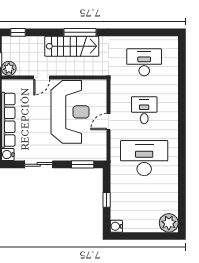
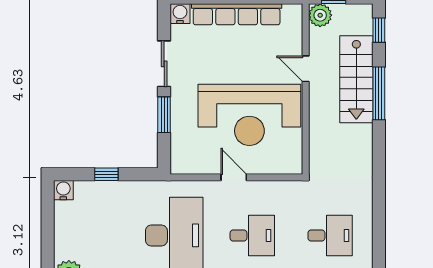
window: (80, 32) -> (379, 93), moved
stairs: (72, 46) -> (356, 79), moved
desk: (144, 62) -> (330, 235), width x0.73
window: (83, 164) -> (164, 115), moved

